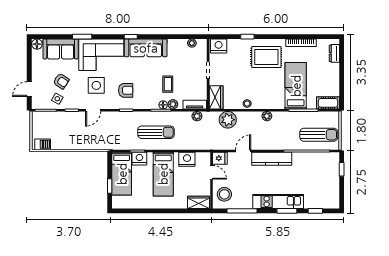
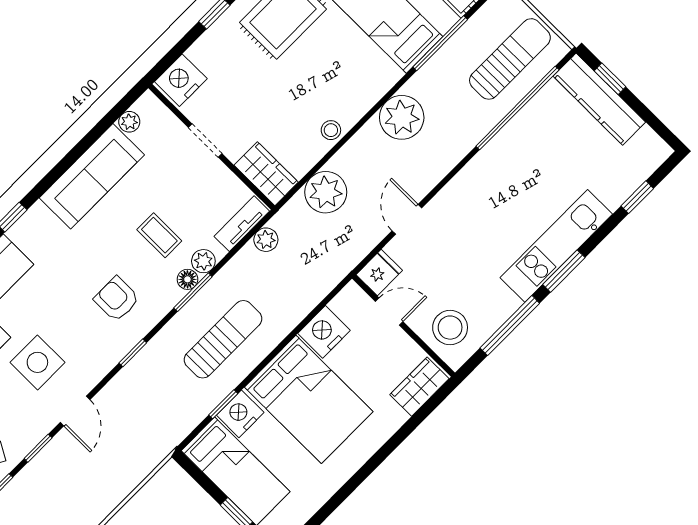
sofa: (146, 48) -> (92, 176), moved
armchair: (126, 90) -> (117, 299), moved, turned -90
plant: (267, 116) -> (402, 117), width x1.88, depth x1.88
kitchen counter: (272, 159) -> (599, 99), moved, turned 90
bed: (163, 174) -> (309, 399), width x1.50
window: (287, 211) -> (564, 271), moved

